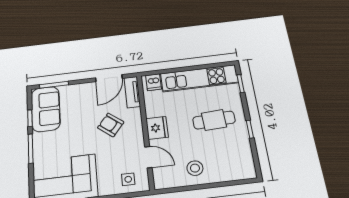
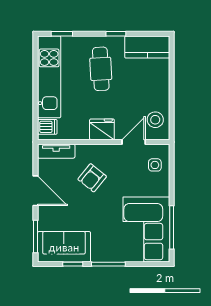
door: (109, 78) -> (35, 191), moved
kitchen counter: (242, 159) -> (147, 47), added
stool: (195, 168) -> (155, 120), moved

